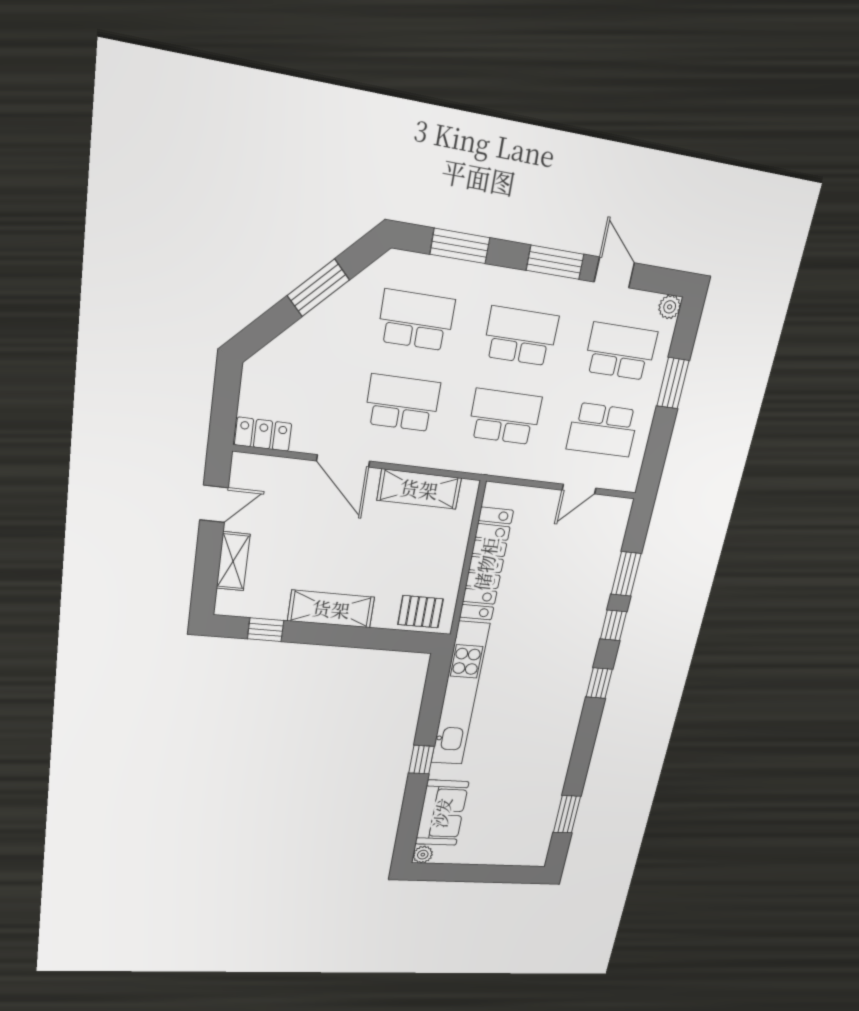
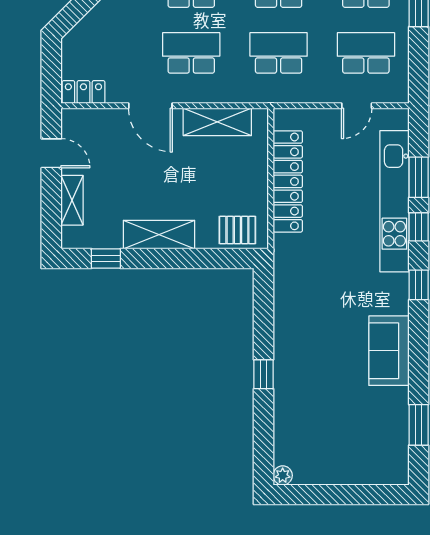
school desk: (603, 430) -> (366, 53), turned 180
door: (214, 504) -> (51, 153), hinge flipped
kitchen unit: (460, 694) -> (394, 201), moved, turned 180
sofa: (442, 813) -> (389, 351), moved, turned 180

